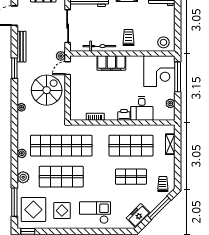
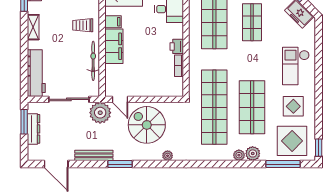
plant: (61, 56) -> (100, 113), width x1.88, depth x1.88
filing cabinet: (131, 62) -> (113, 22), added
printer: (124, 115) -> (177, 46), moved
plant: (22, 153) -> (239, 155), moved

